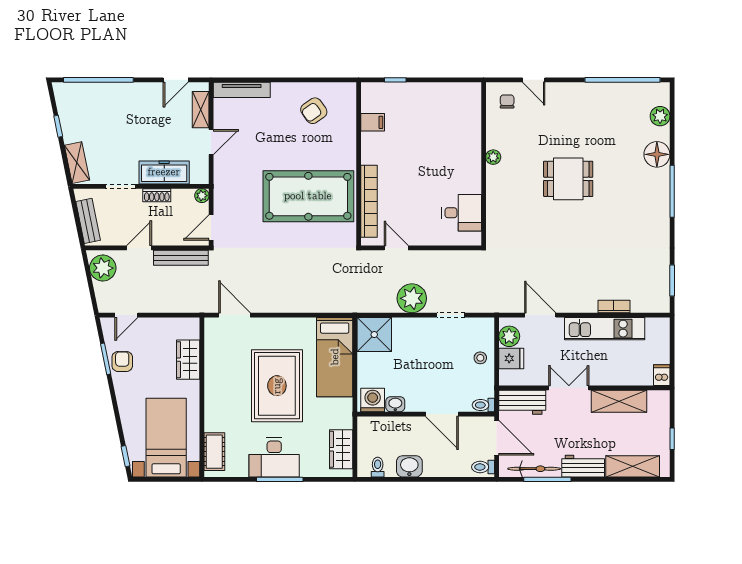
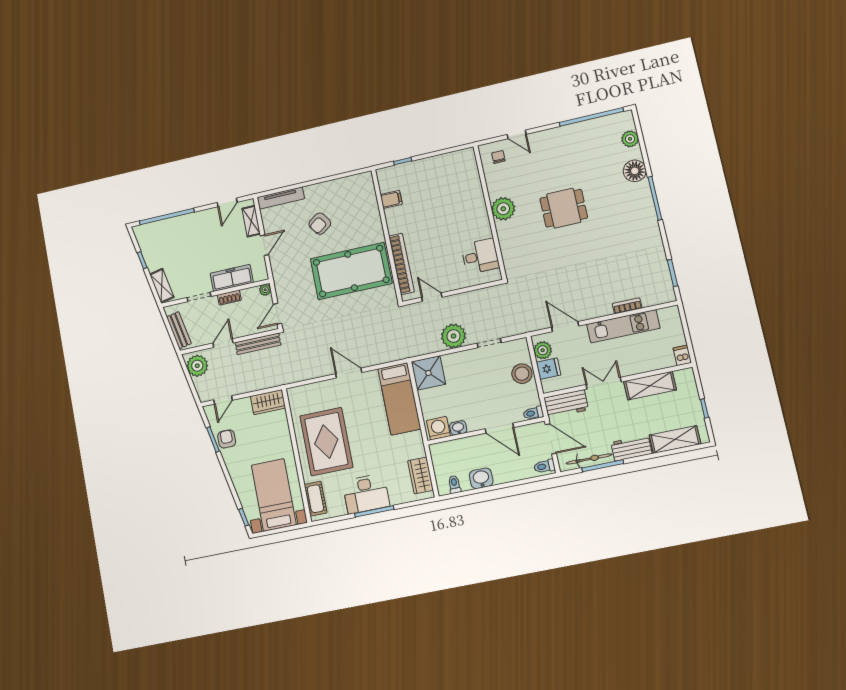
armchair: (314, 111) -> (320, 224), moved
plant: (493, 157) -> (503, 209), width x1.88, depth x1.88
door: (235, 315) -> (349, 373), moved
stool: (480, 358) -> (522, 374), width x1.89, depth x1.89
wardrobe: (188, 360) -> (268, 402), moved, turned -90
rug: (277, 386) -> (326, 442), moved

